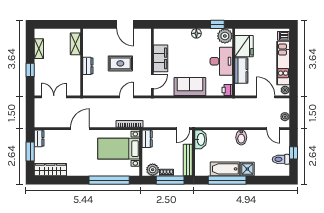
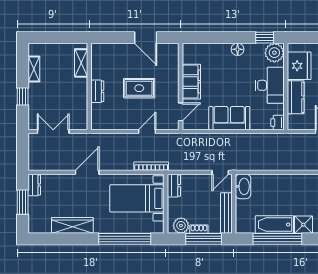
bidet: (241, 137) -> (296, 184), removed
wardrobe: (50, 170) -> (72, 225), moved

